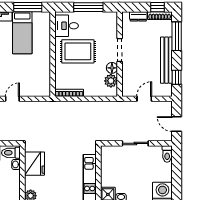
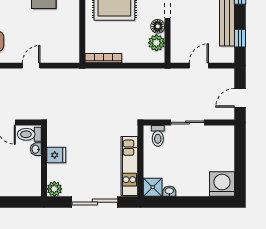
door: (177, 124) -> (240, 98), hinge flipped
toilet: (167, 154) -> (158, 136), moved
fridge: (35, 164) -> (56, 155), width x0.53, depth x0.75

